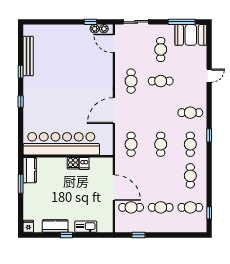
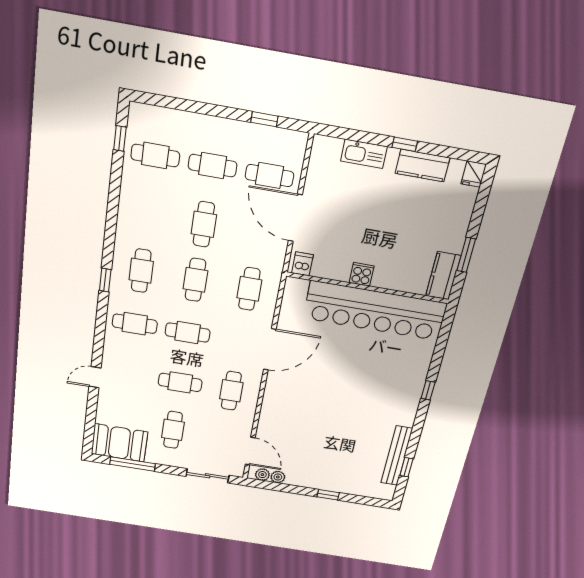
window: (91, 22) -> (328, 495), moved
window: (21, 72) -> (406, 467), moved
cafe table: (161, 113) -> (188, 332), added
dishwasher: (84, 163) -> (302, 264), moved
cafe table: (190, 176) -> (204, 224), moved

